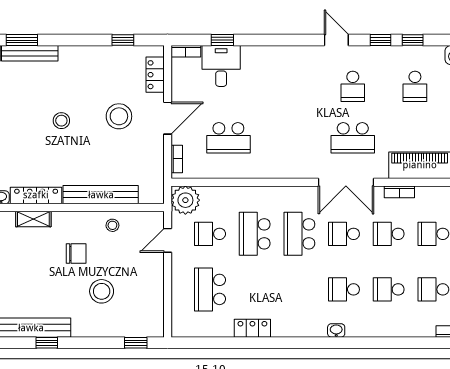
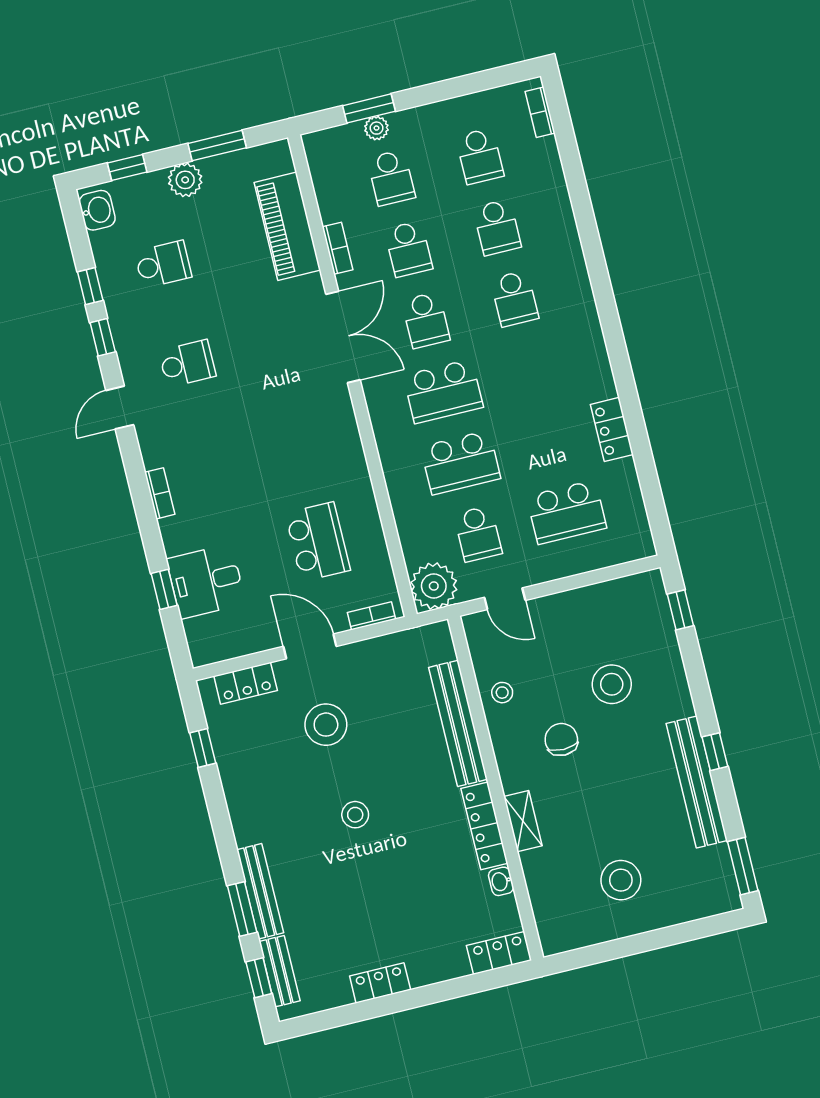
bookcase: (186, 51) -> (160, 493), moved
school desk: (353, 138) -> (269, 343), removed
washbasin: (336, 330) -> (583, 295), removed

